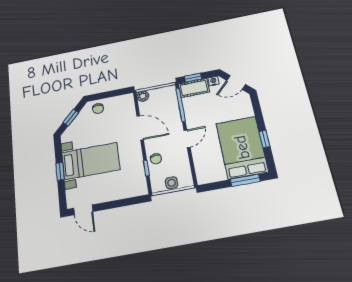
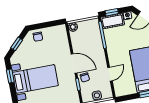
door: (140, 128) -> (74, 63), moved
door: (187, 139) -> (110, 74), moved
window: (60, 171) -> (10, 76), moved

